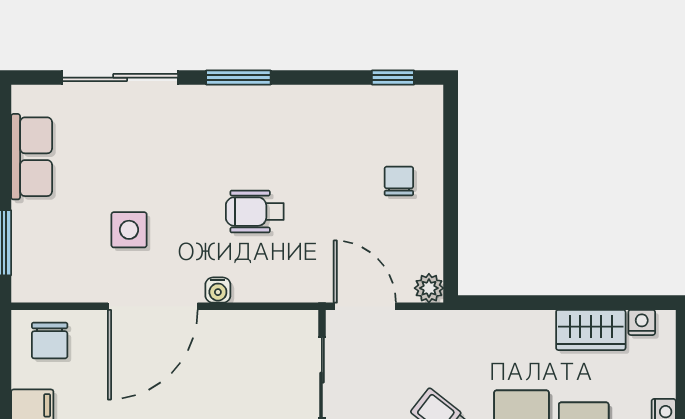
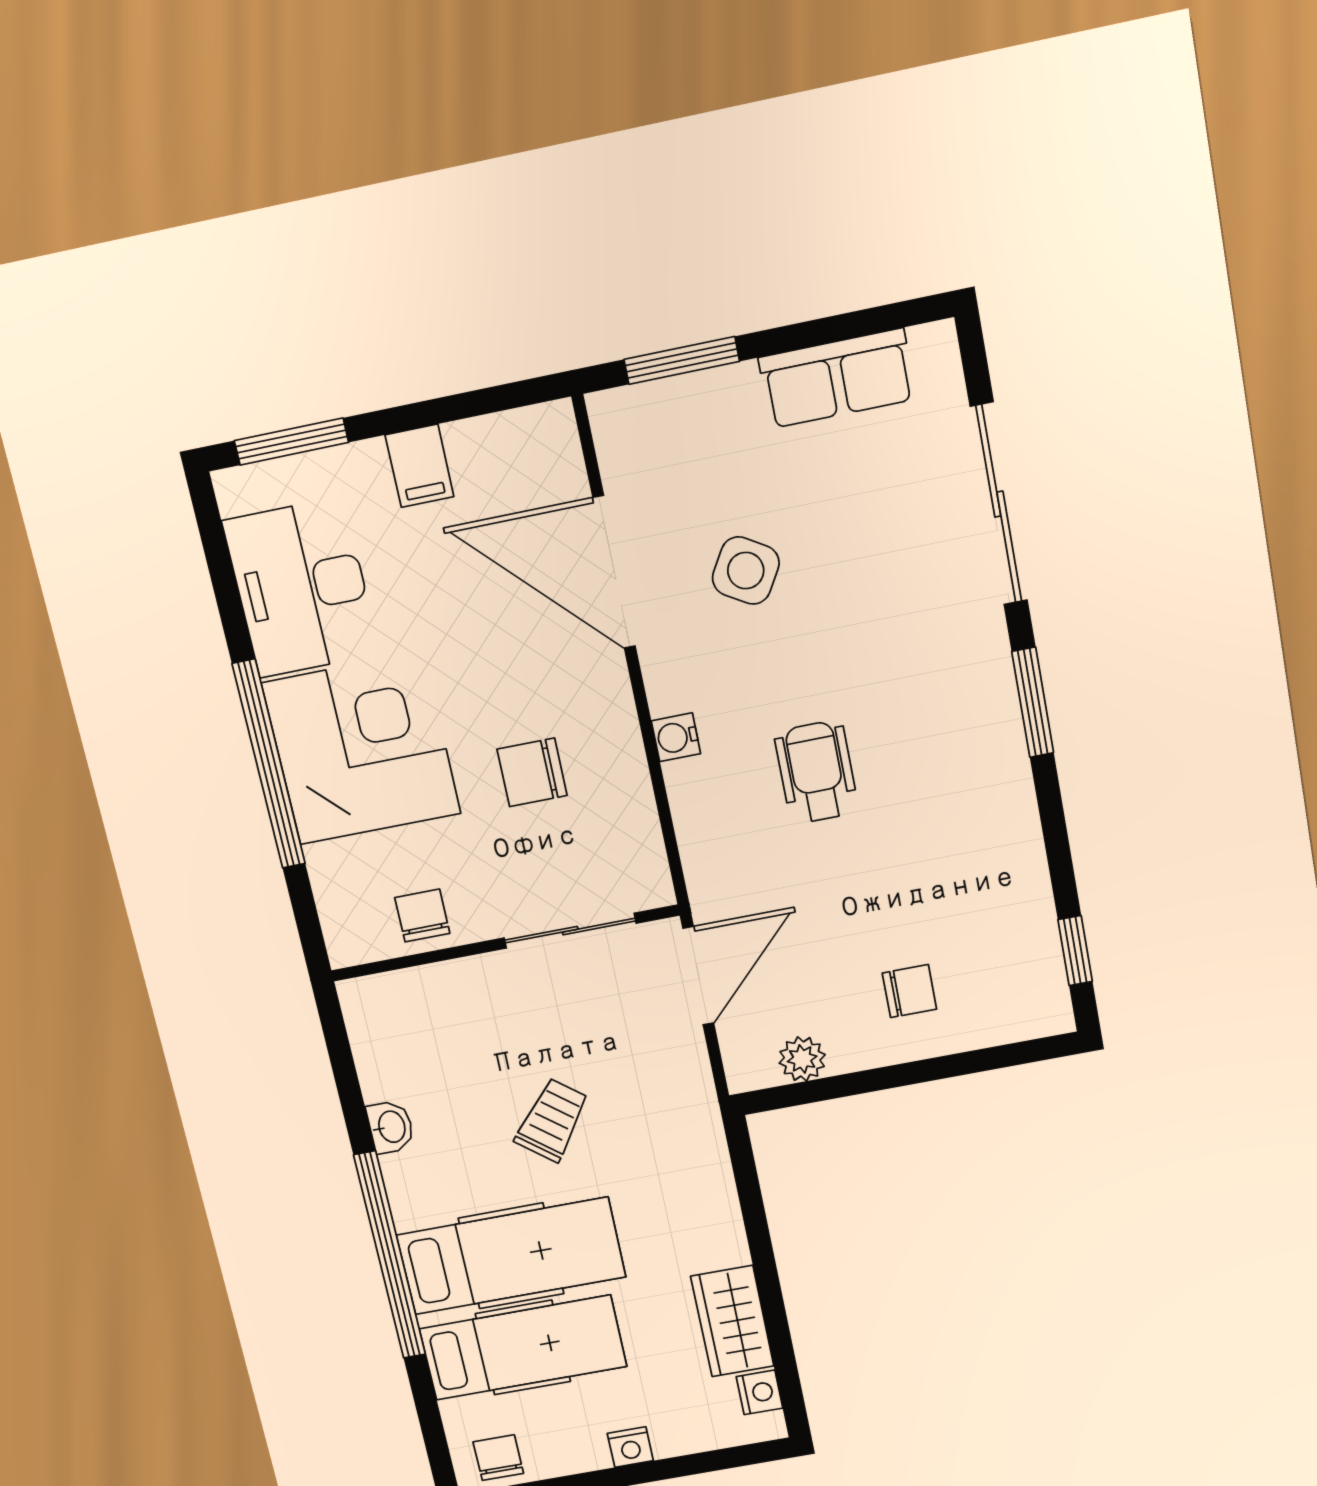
side table: (129, 230) -> (746, 571), turned 31
plant: (429, 288) -> (802, 1059), moved
door: (153, 306) -> (614, 572), moved
chair: (50, 341) -> (532, 772), moved

